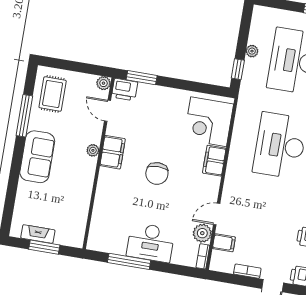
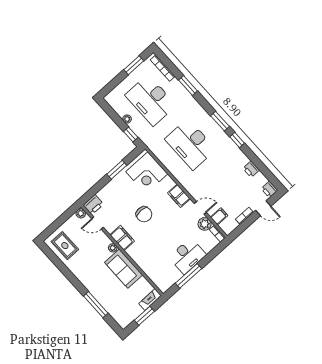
window: (142, 78) -> (117, 170), moved
window: (24, 116) -> (96, 305), moved
sofa: (37, 157) -> (124, 269), moved, turned 180
filing cabinet: (214, 161) -> (179, 196), moved
chair: (157, 173) -> (144, 214), moved
door: (217, 214) -> (200, 208), swing flipped
fireplace: (38, 234) -> (150, 300), moved

